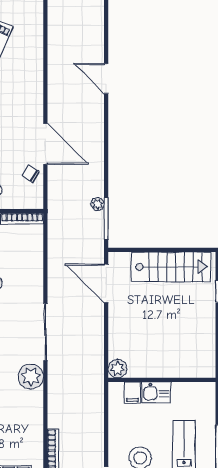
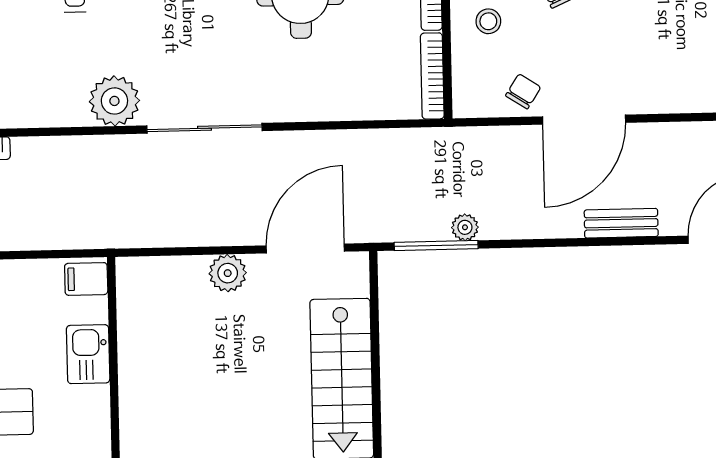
bench: (97, 127) -> (621, 223), added
plant: (118, 369) -> (228, 273), moved
filing cabinet: (132, 393) -> (86, 279), moved

